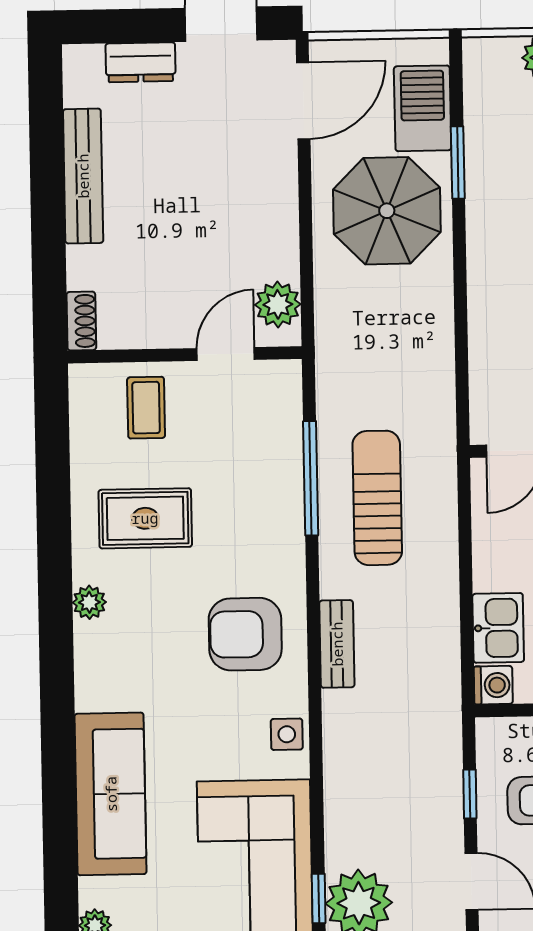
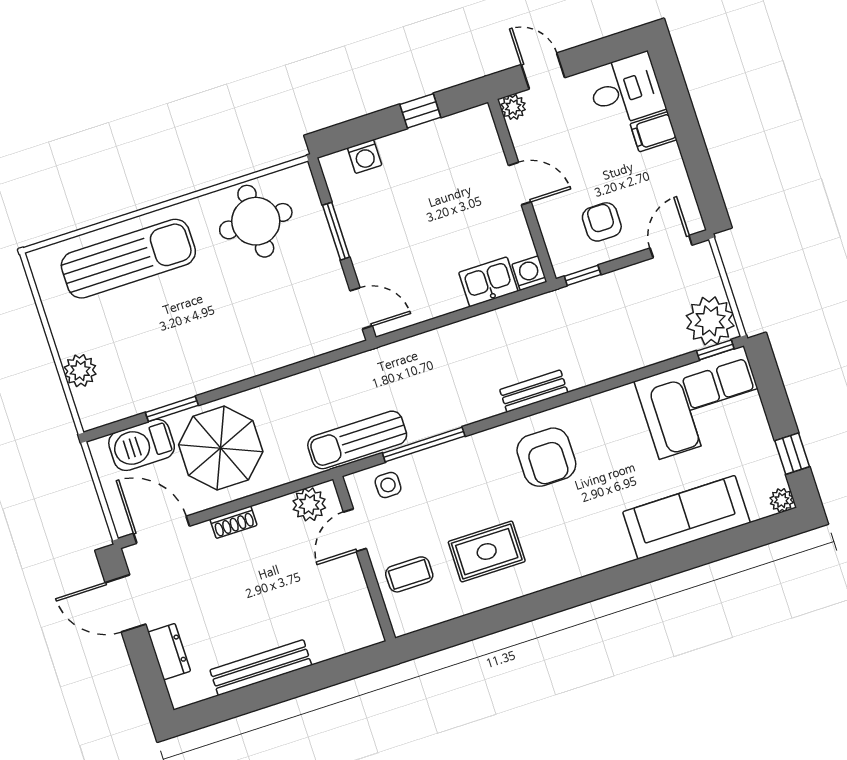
shoe rack: (81, 321) -> (233, 522), moved, turned 180
door: (226, 354) -> (355, 530), hinge flipped
sun lounger: (377, 498) -> (357, 440), moved
rug: (145, 518) -> (487, 552), turned 90
plant: (89, 602) -> (557, 573), removed
side table: (287, 734) -> (388, 485), moved
window: (470, 794) -> (583, 275), moved

